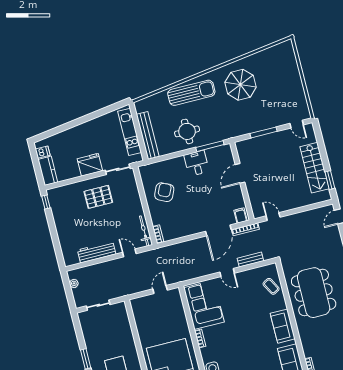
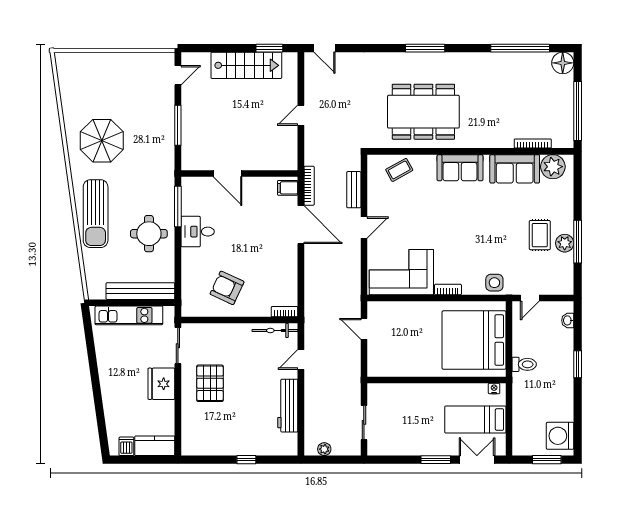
sun lounger: (191, 93) -> (96, 214), turned 180
window: (46, 202) -> (246, 460), moved
door: (273, 217) -> (301, 115), moved

